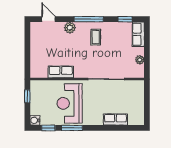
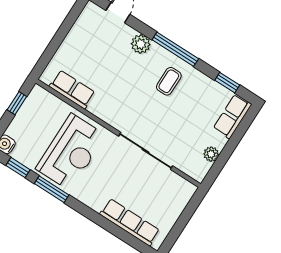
row of seats: (61, 72) -> (72, 89), moved
reception desk: (70, 103) -> (71, 152), turned 180
row of seats: (115, 119) -> (130, 222), width x1.48

